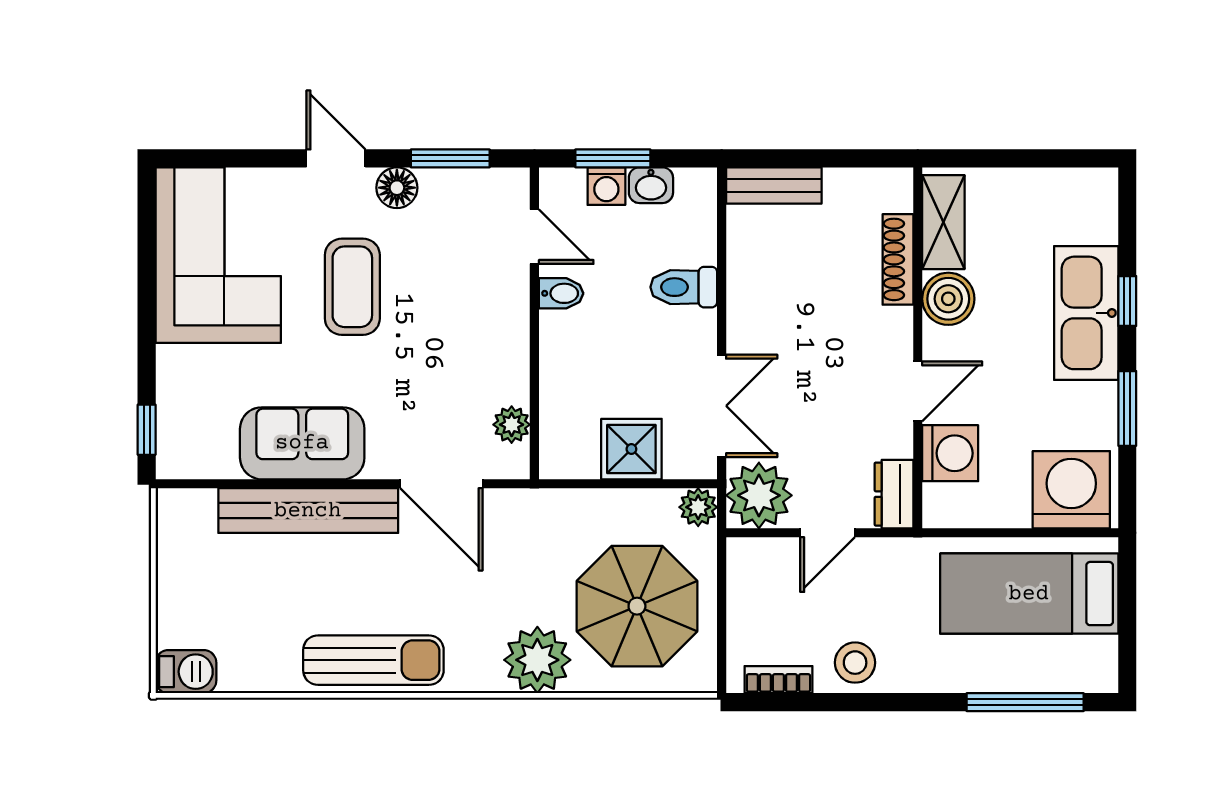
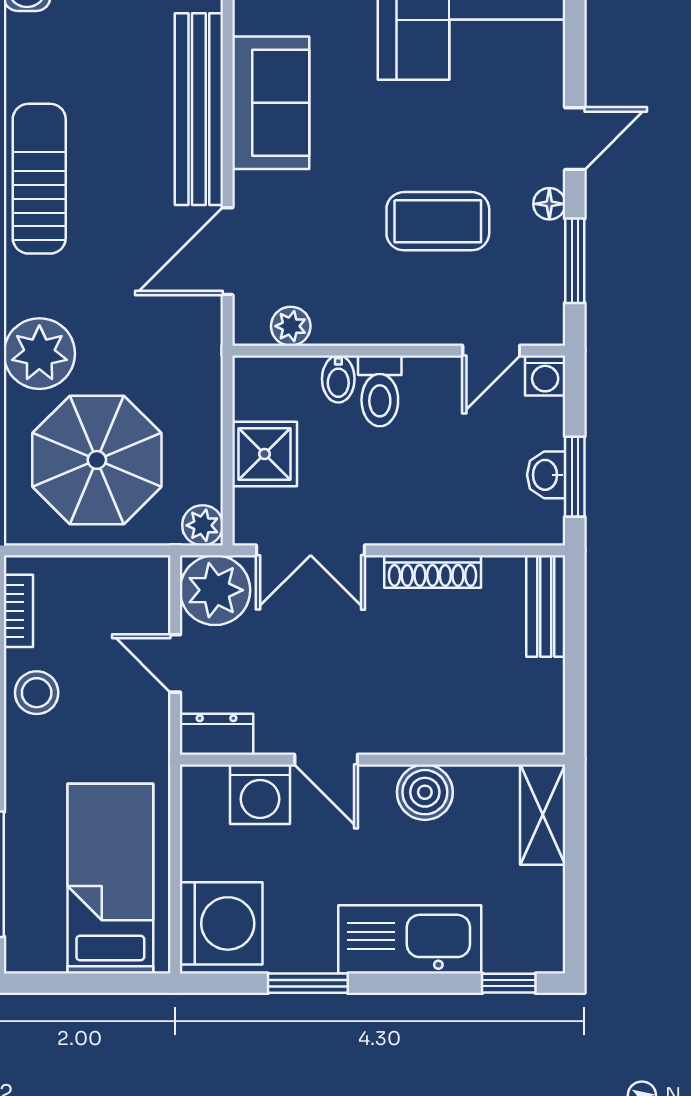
window: (613, 158) -> (575, 477), moved
washing machine: (606, 186) -> (545, 375), moved, turned -90
floor lamp: (397, 188) -> (549, 204), width x0.73, depth x0.73
shelving: (943, 222) -> (543, 815), moved, turned 90
shoe rack: (898, 259) -> (433, 571), moved, turned 180
coffee table: (352, 287) -> (438, 221), moved
toilet: (684, 287) -> (380, 391), moved, turned 180
bidet: (561, 293) -> (338, 379), moved
window: (1127, 301) -> (509, 983), moved
sun lounger: (373, 660) -> (39, 179), turned 180

